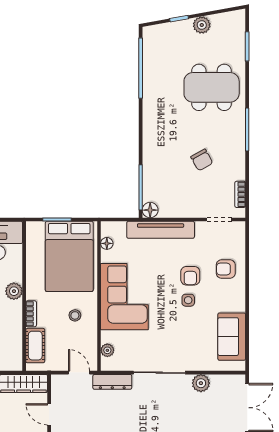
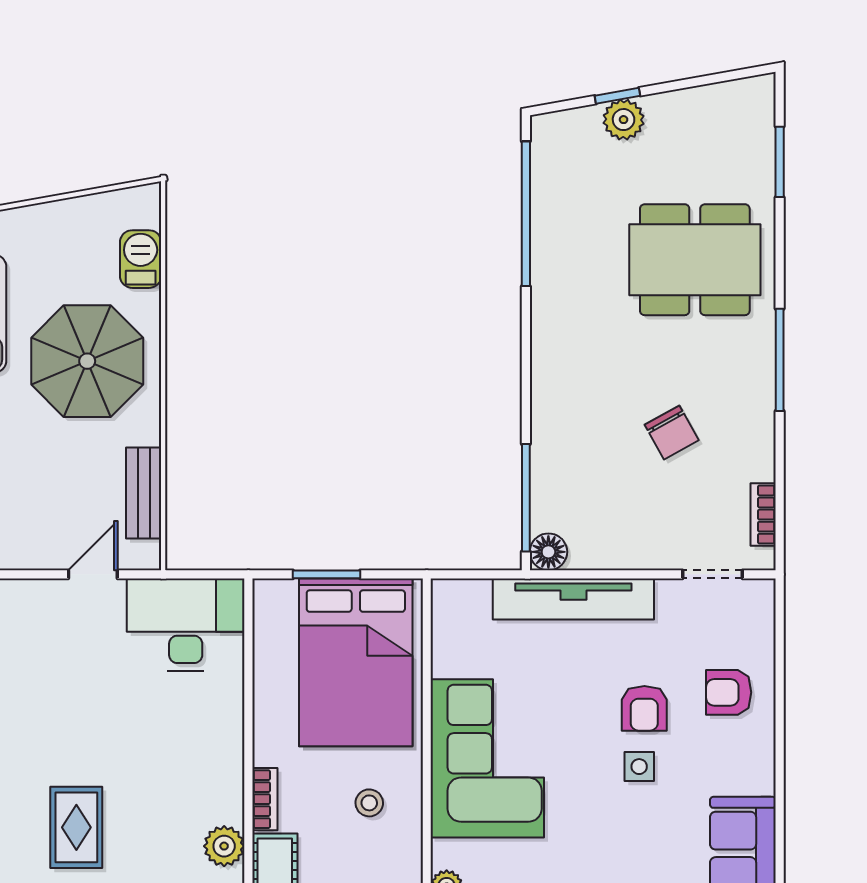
plant: (202, 25) -> (624, 120), moved
floor lamp: (107, 243) -> (445, 632), removed
plant: (14, 291) -> (224, 846), moved

